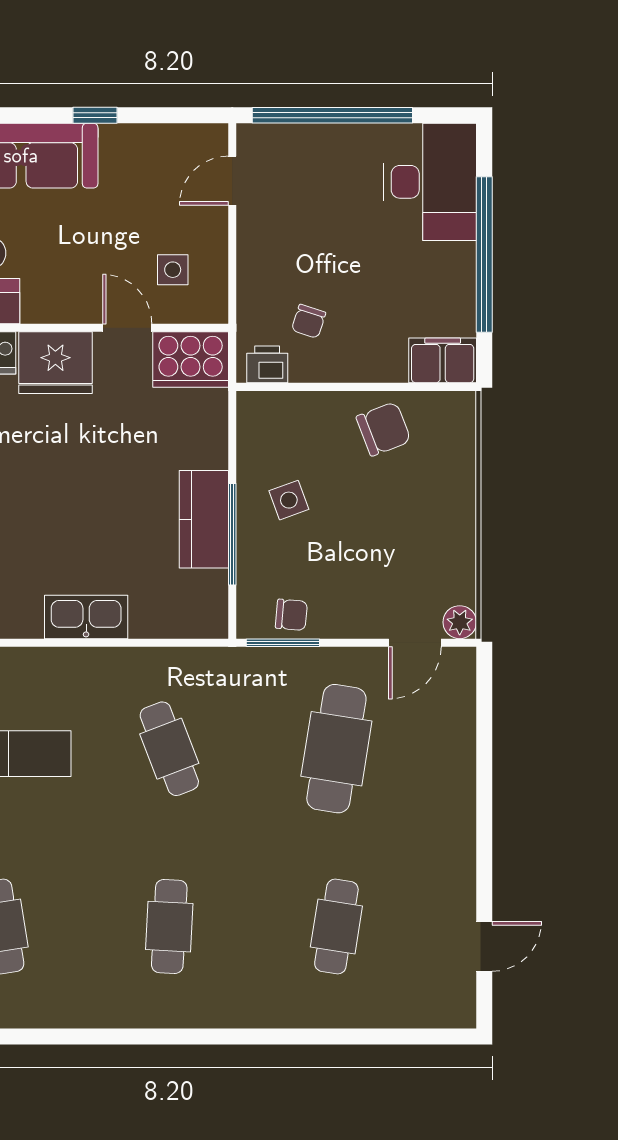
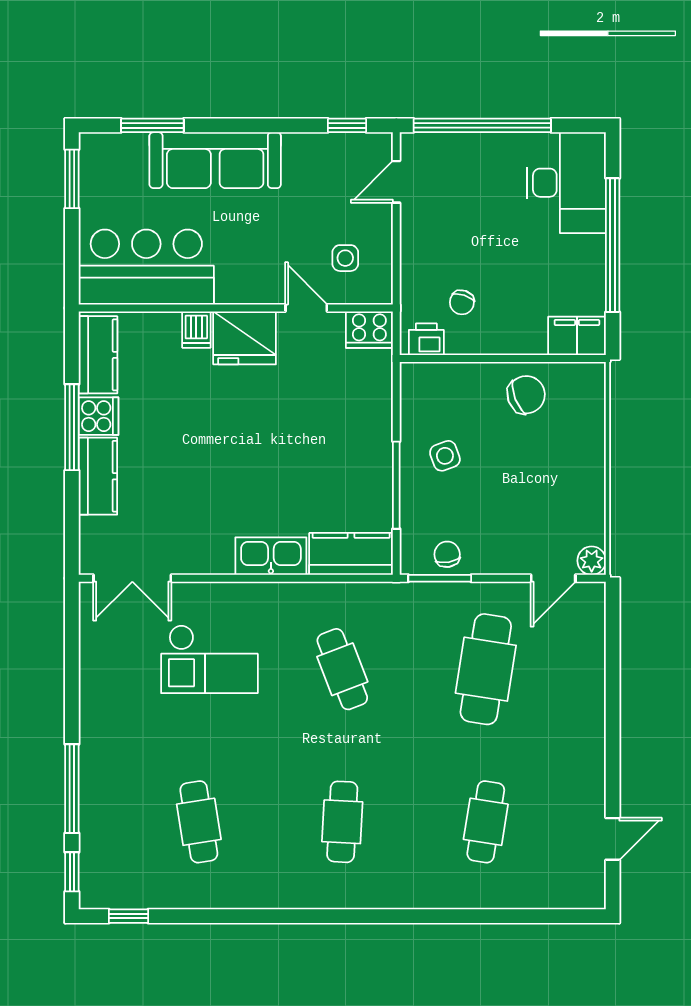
window: (95, 115) -> (347, 125), moved
cooker: (191, 360) -> (369, 330), width x0.73, depth x0.76
kitchen counter: (204, 519) -> (351, 554), moved, turned 90
chair: (291, 615) -> (447, 554), turned -104

